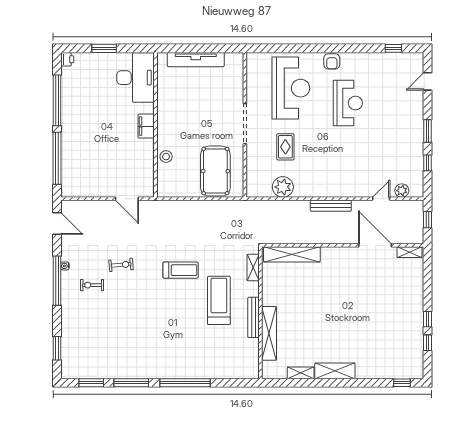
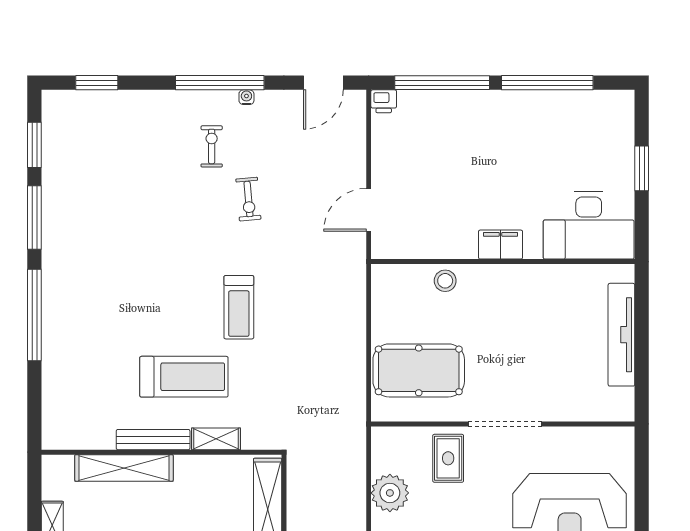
printer: (67, 59) -> (384, 101), moved
rug: (285, 147) -> (448, 458), moved, turned 90
shelving: (253, 268) -> (216, 439), moved

